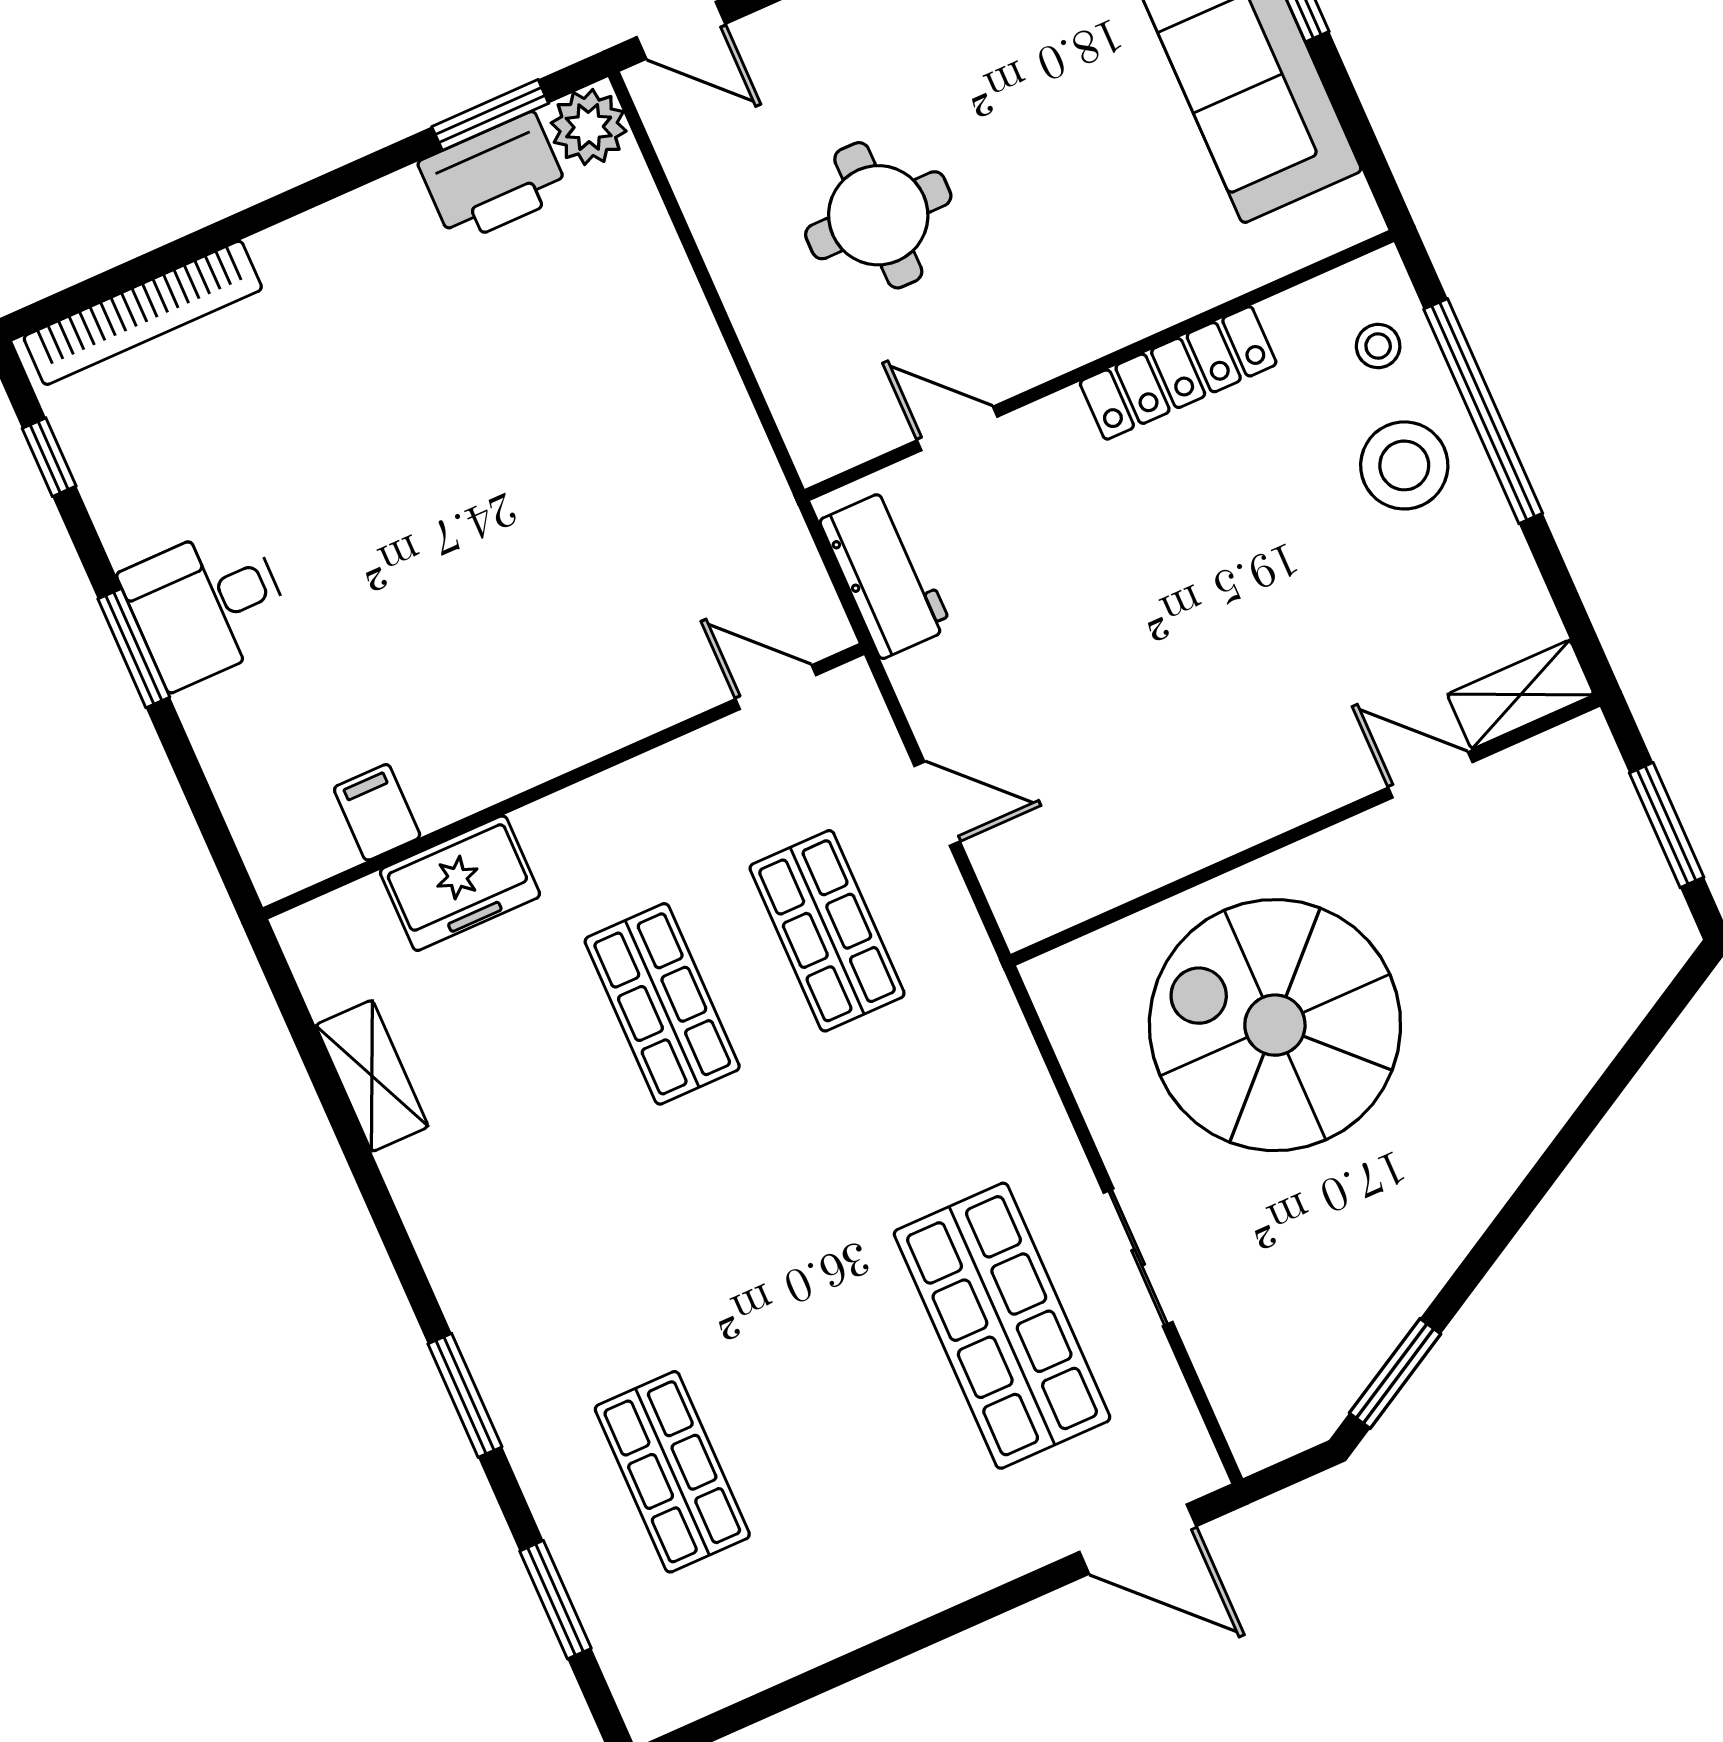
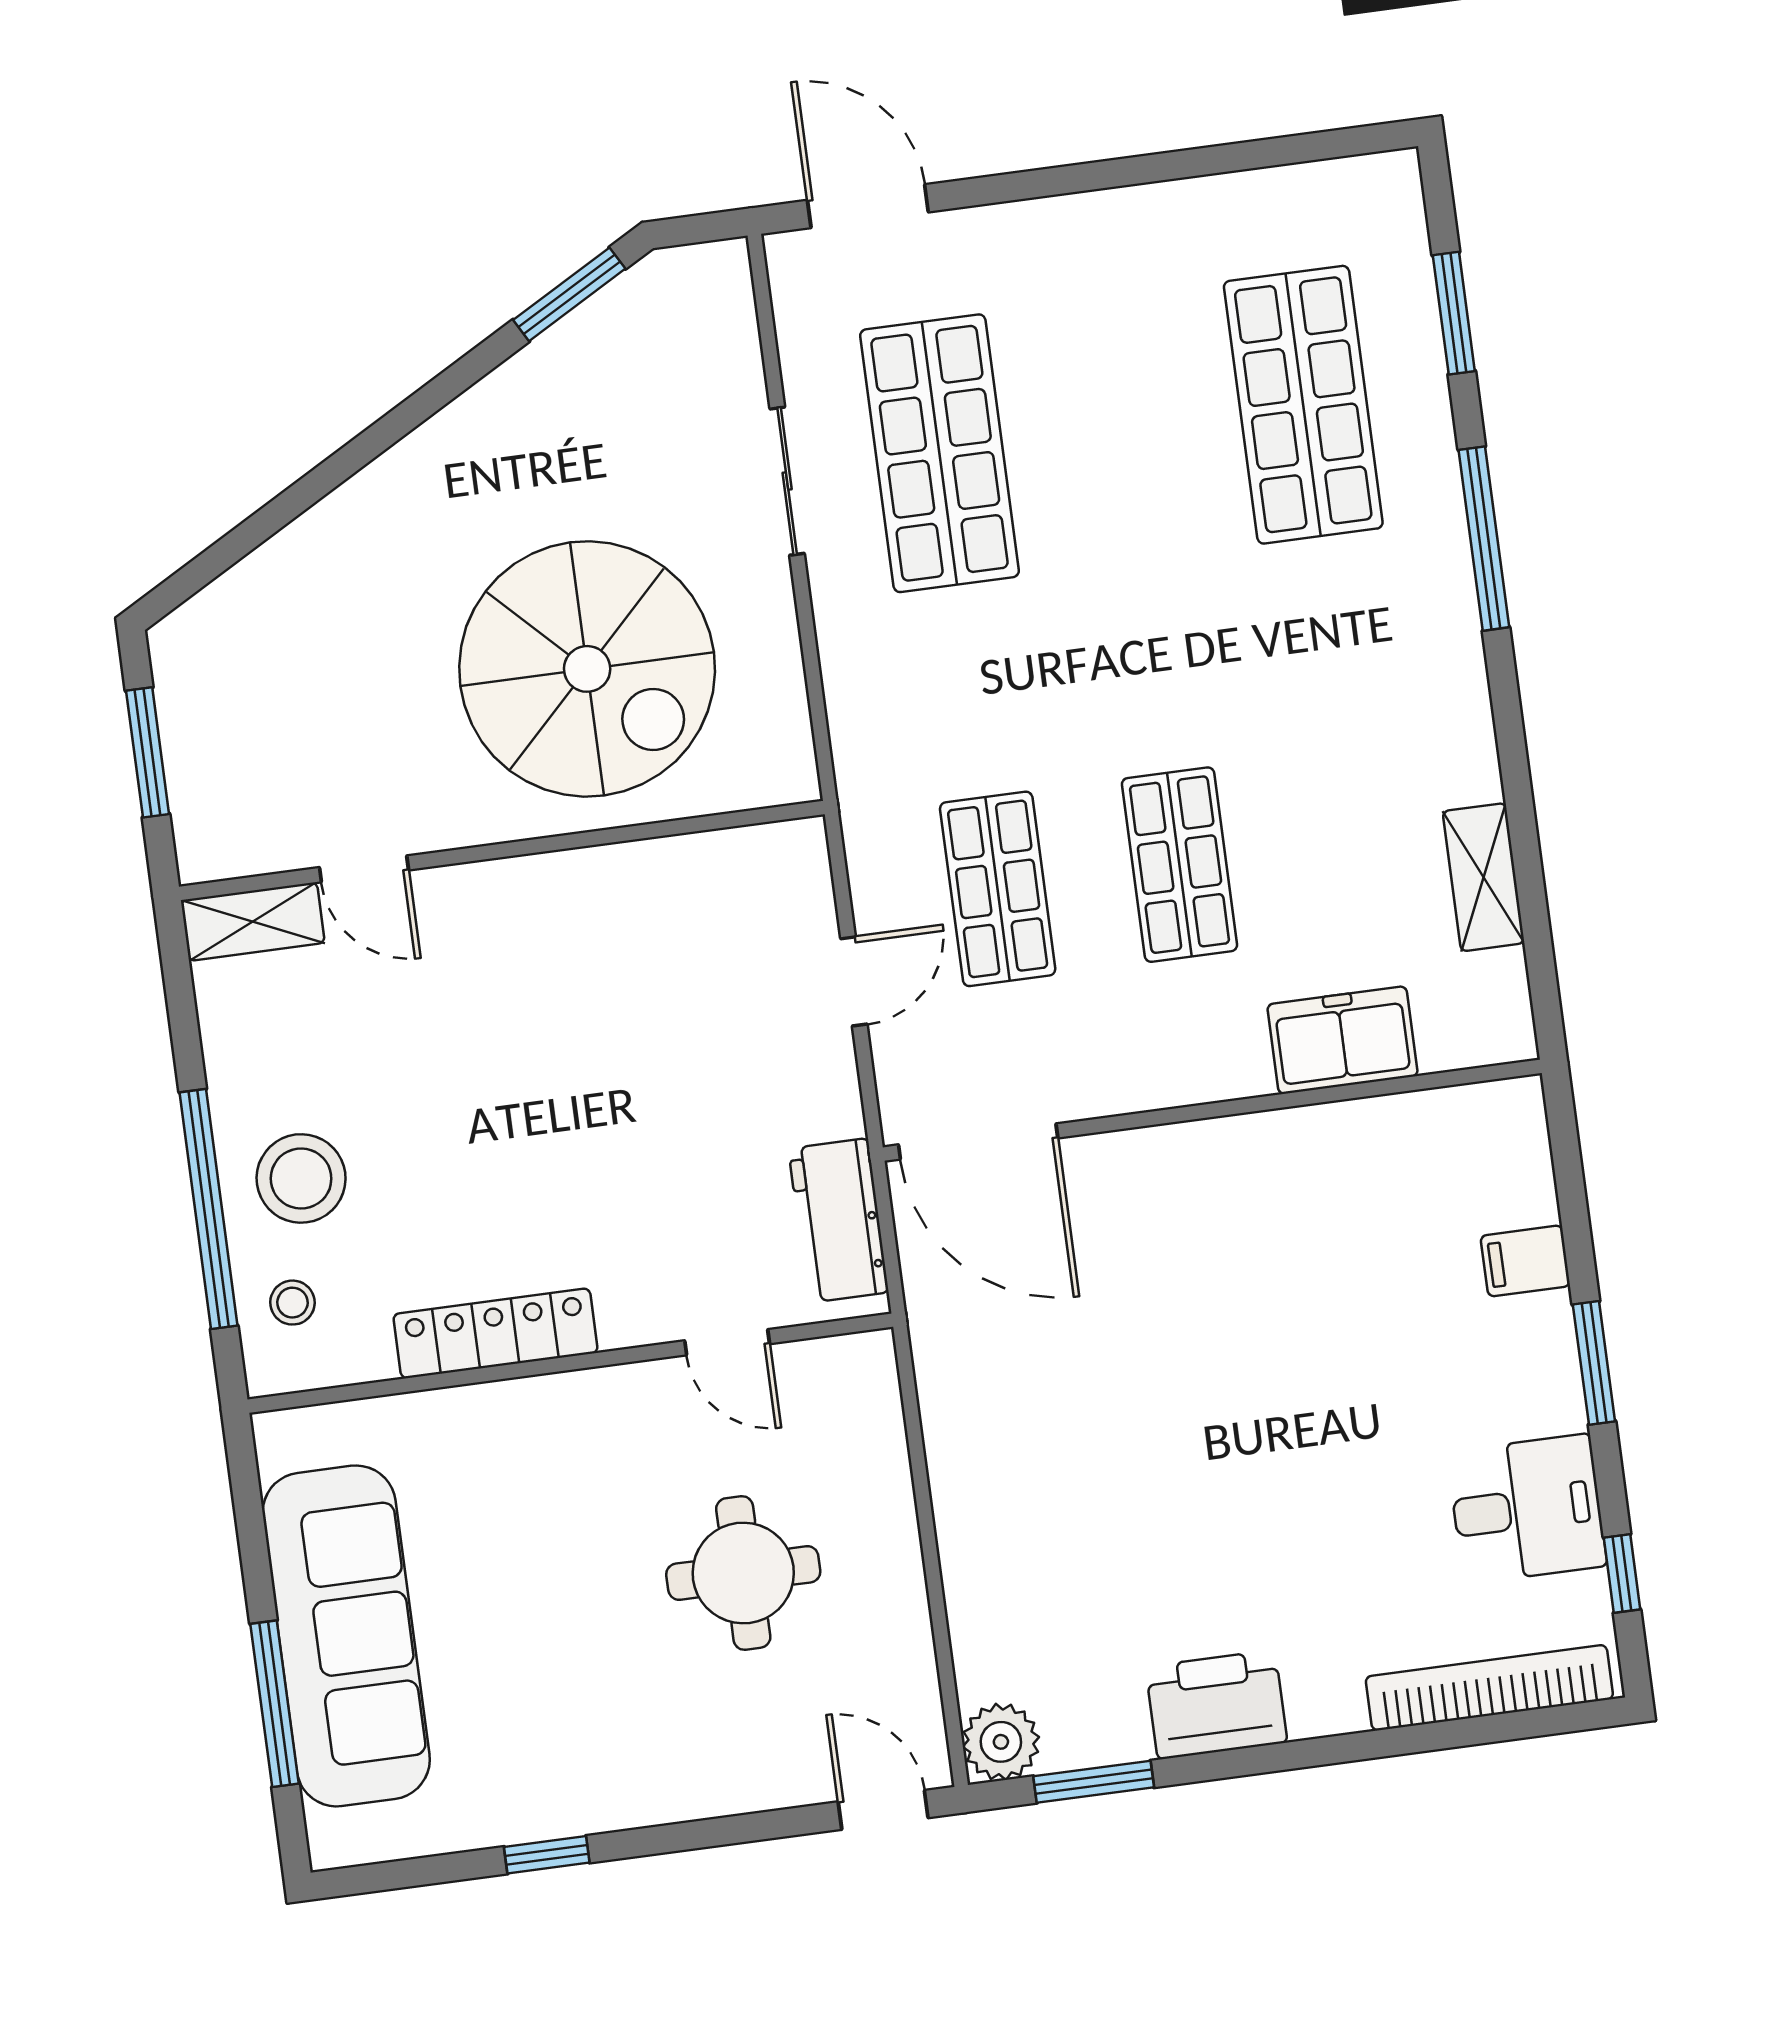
printer: (494, 178) -> (1216, 1705), moved
desk: (207, 605) -> (1527, 1509), moved
door: (776, 687) -> (978, 1141), width x1.87
door: (937, 804) -> (854, 981), swing flipped
filing cabinet: (377, 812) -> (1525, 1261), moved, turned 90
window: (465, 1395) -> (1484, 539), width x1.44
shop shelf: (672, 1472) -> (1303, 405), width x1.43, depth x1.36

